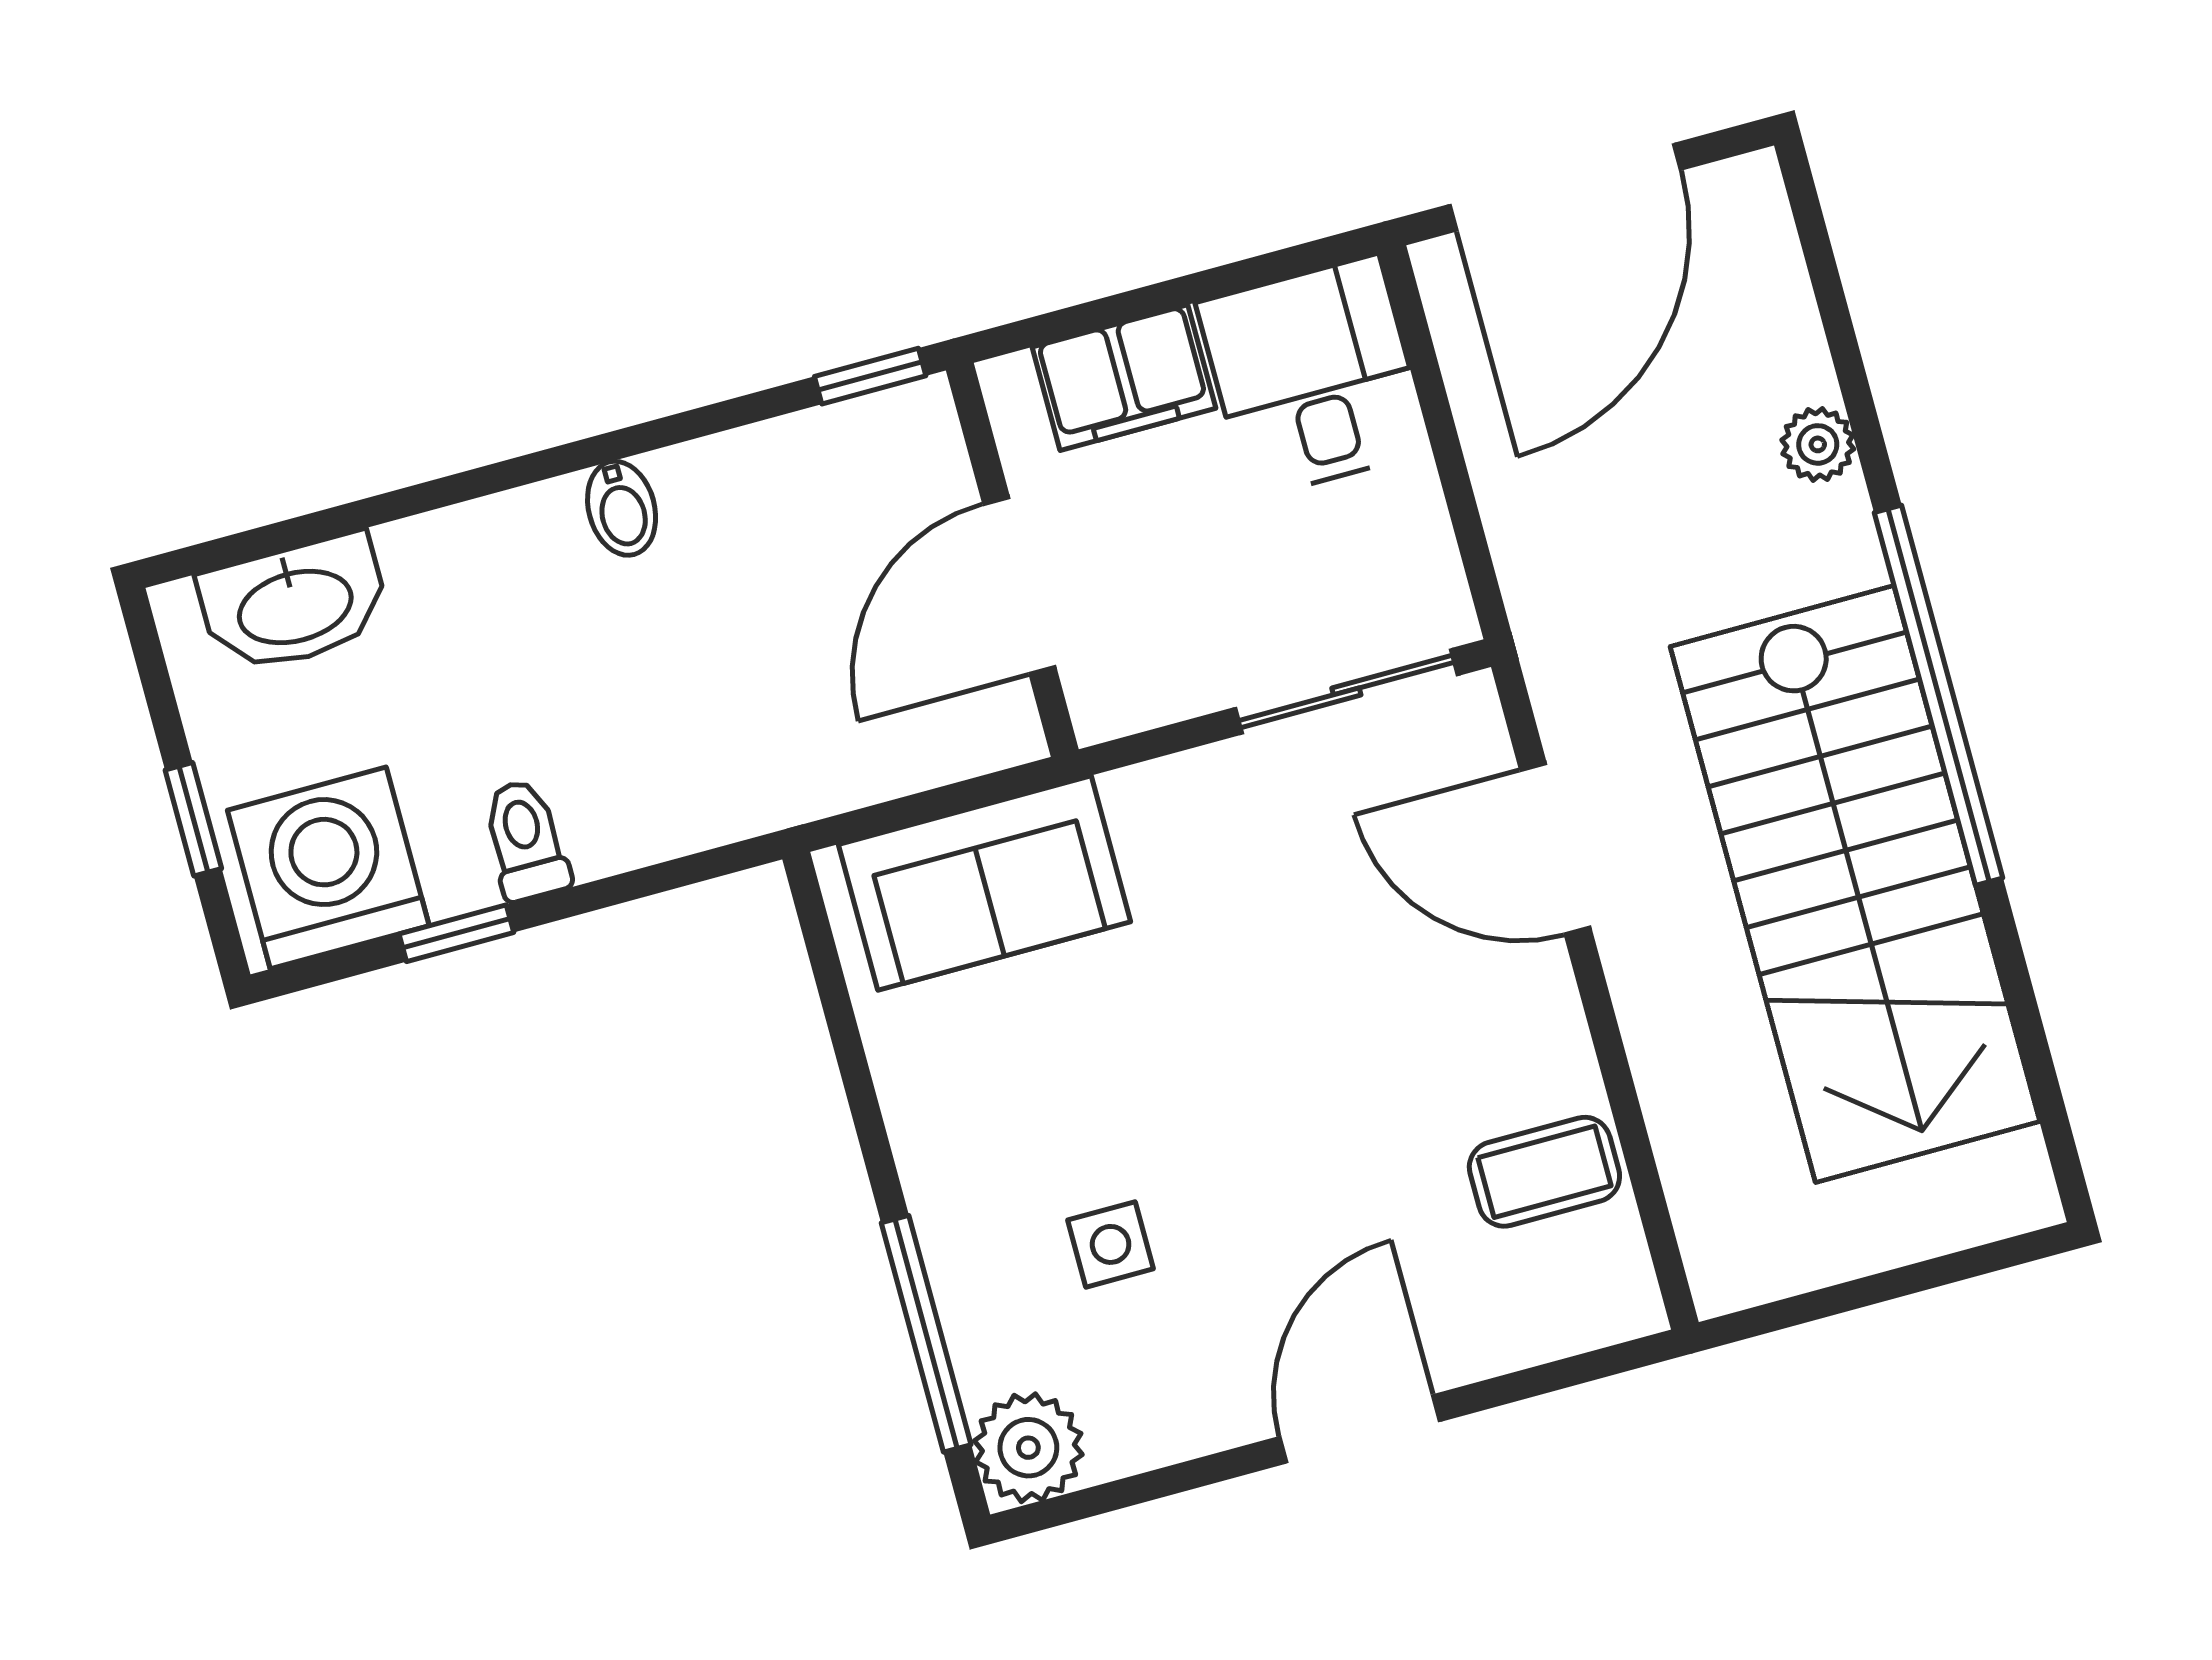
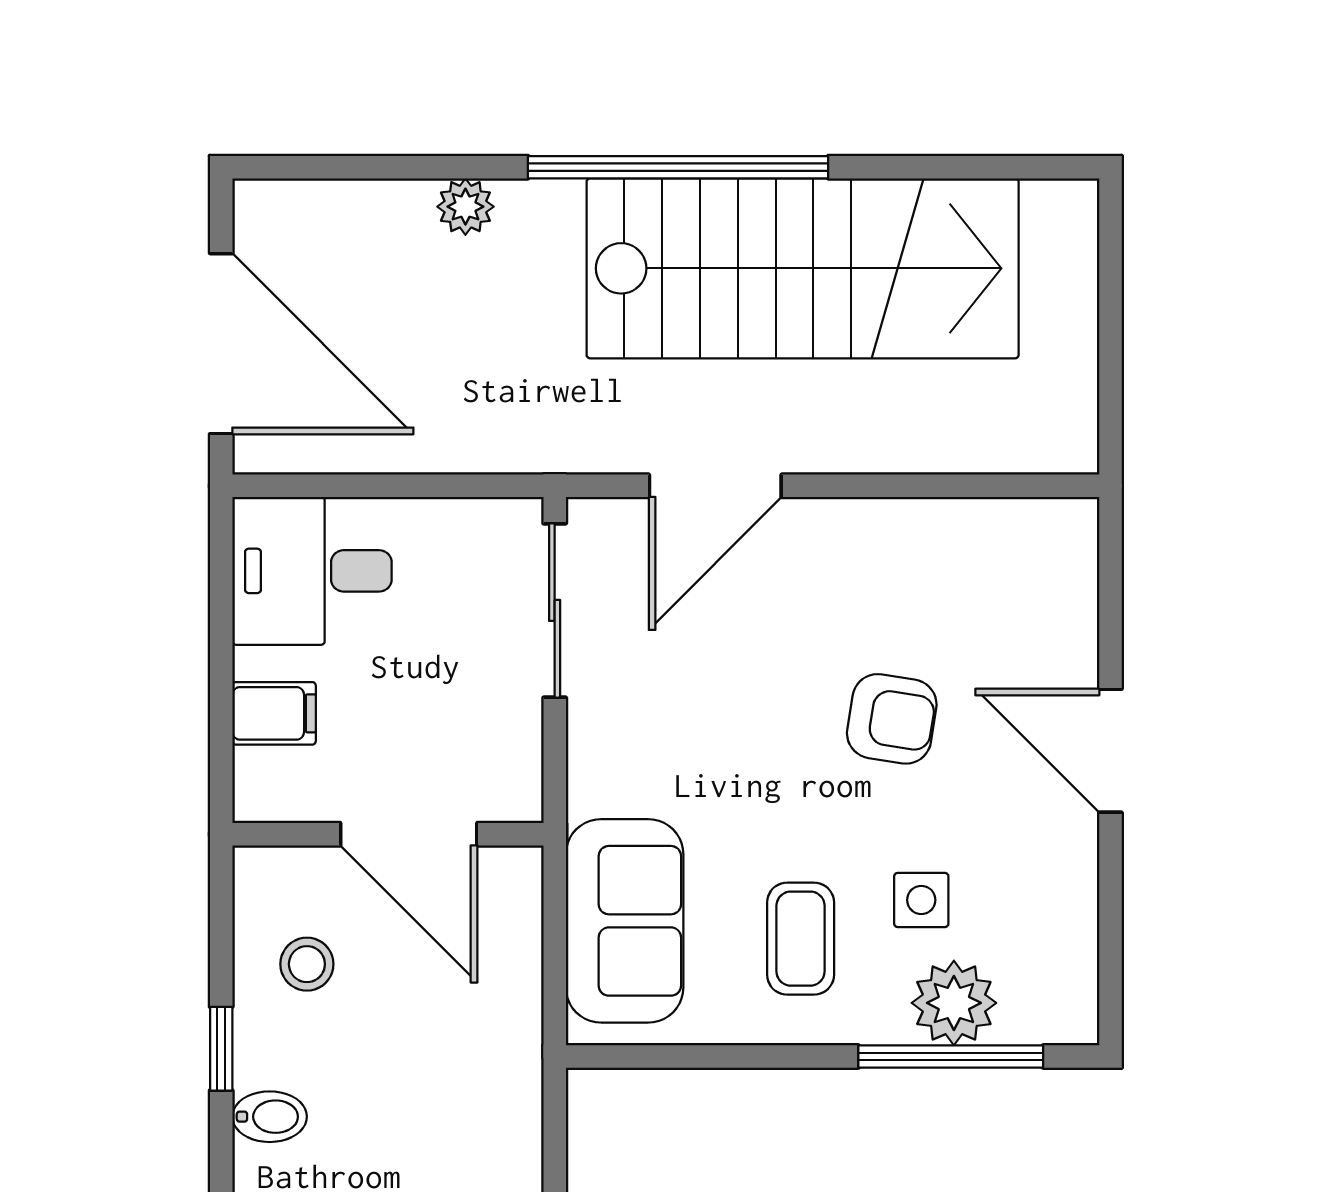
window: (870, 376) -> (221, 1049), moved
filing cabinet: (1124, 378) -> (274, 713), width x0.50
stool: (824, 503) -> (307, 964), added
armchair: (1325, 1147) -> (892, 719), added
coffee table: (1544, 1172) -> (801, 939), moved
plant: (1028, 1448) -> (954, 1003), moved

